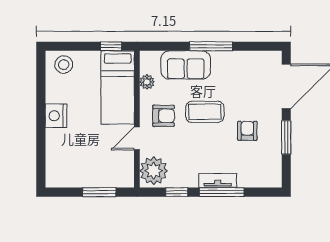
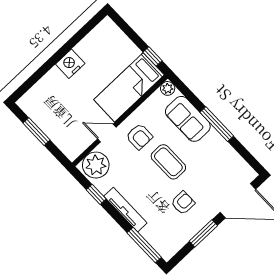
stool: (64, 65) -> (110, 36), removed
plant: (147, 82) -> (168, 88), moved
tv unit: (218, 180) -> (125, 210), width x1.41
window: (99, 192) -> (37, 132), moved
window: (222, 192) -> (144, 245), moved

